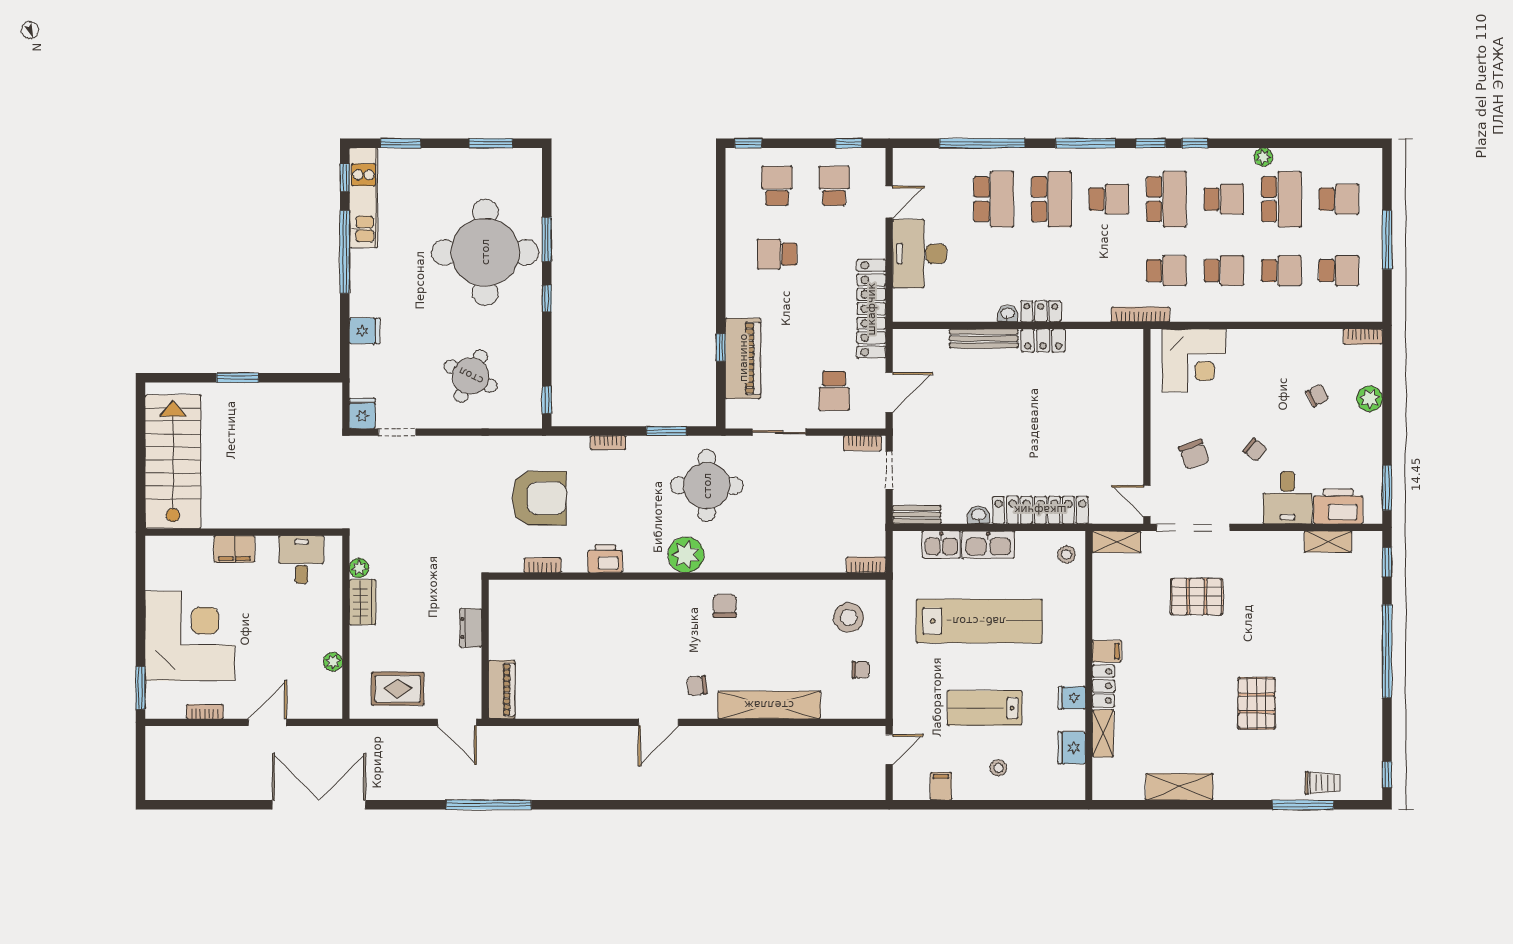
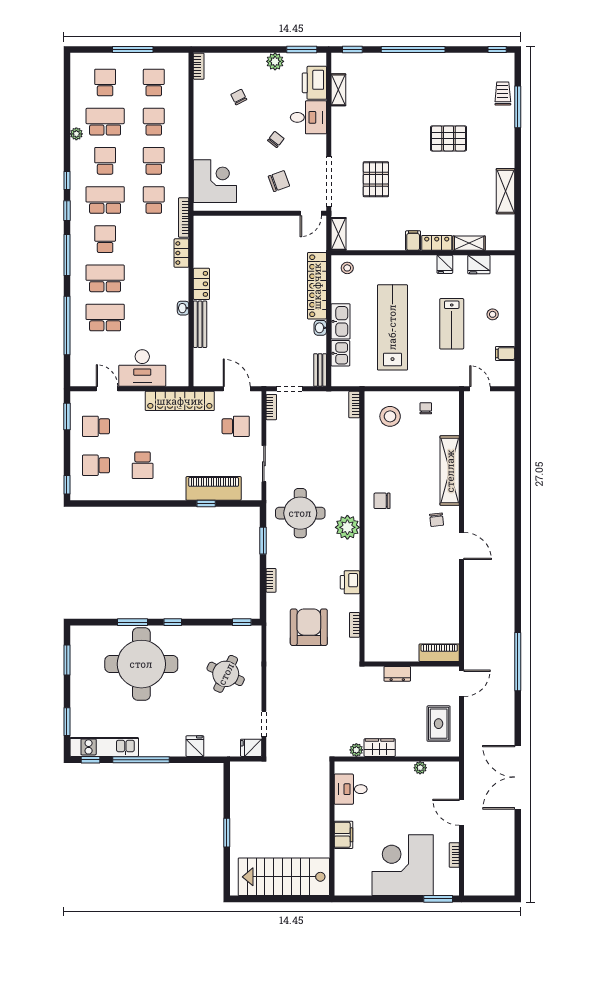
window: (848, 143) -> (67, 416), width x1.50
locker: (1041, 311) -> (181, 253), moved
plant: (1370, 399) -> (275, 61), moved

